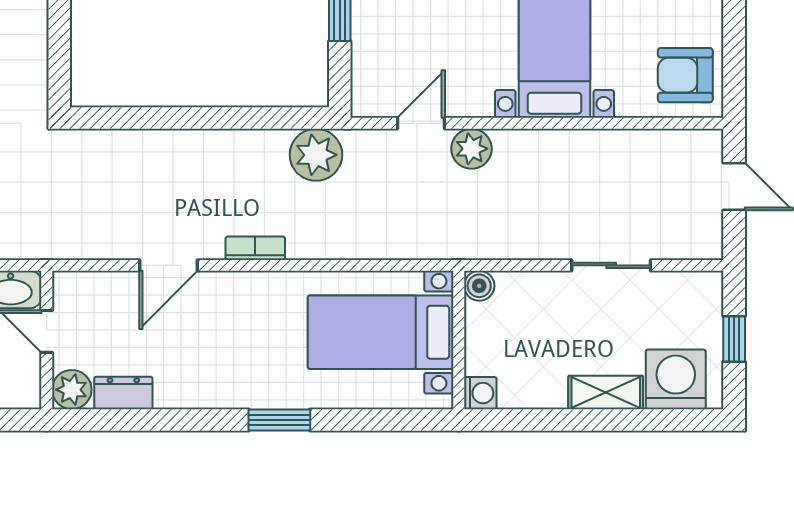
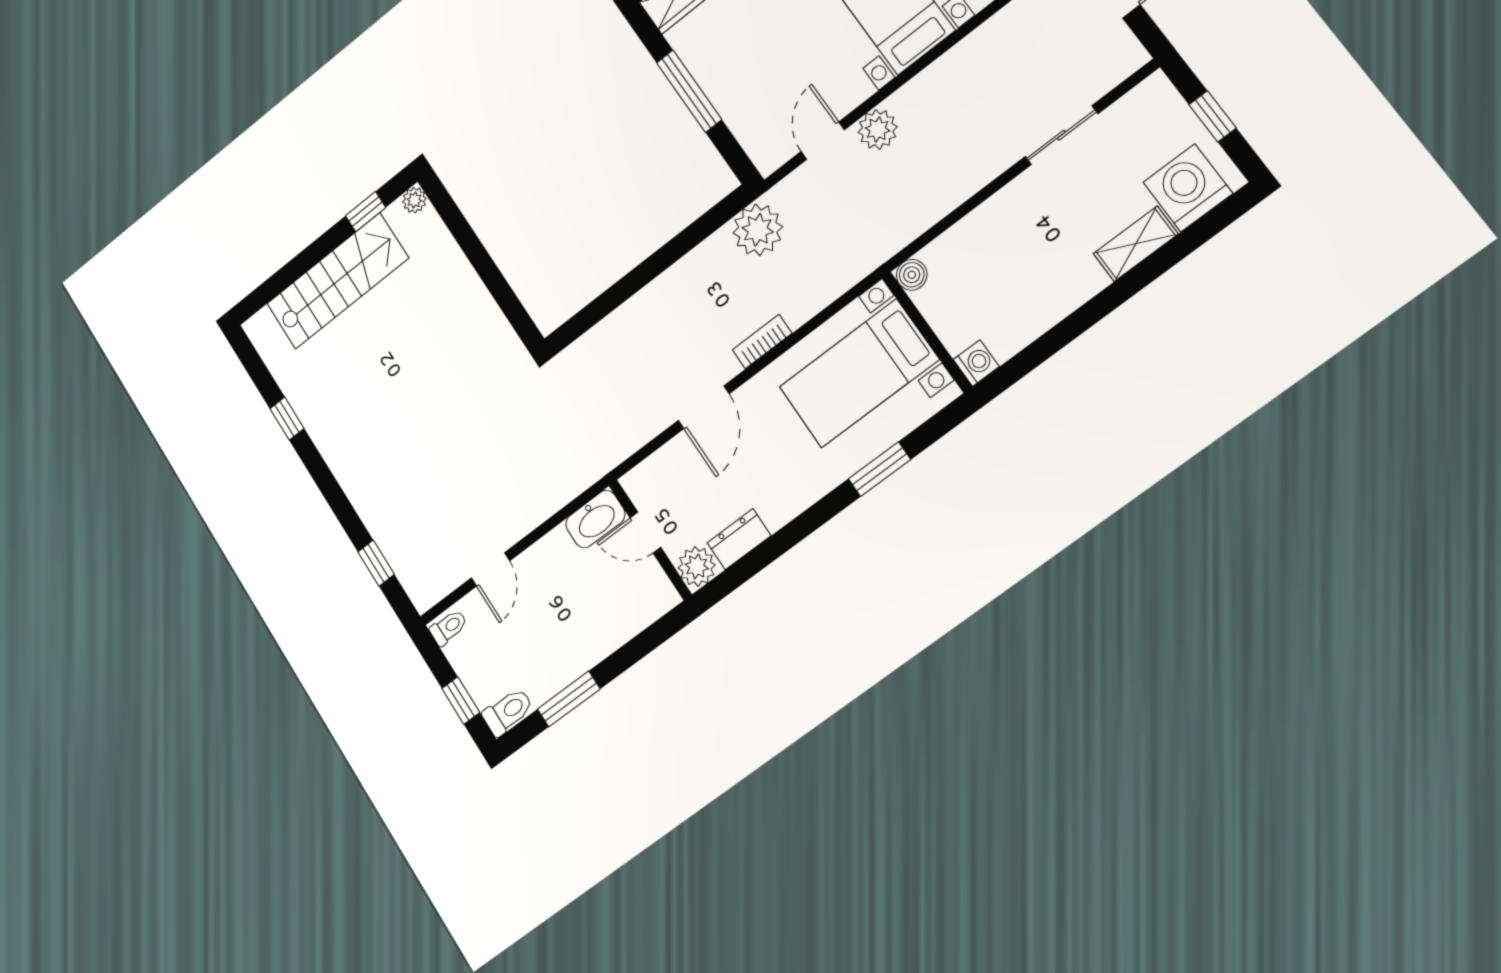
boiler: (479, 286) -> (912, 275), moved
bed with nightstands: (381, 332) -> (859, 373), moved
wall: (459, 340) -> (927, 332), moved
washing machine: (480, 393) -> (976, 363), moved

